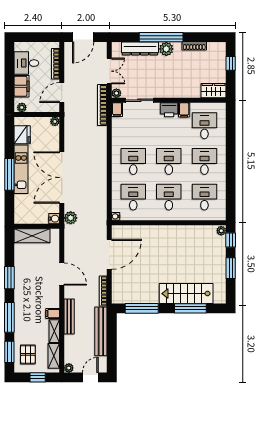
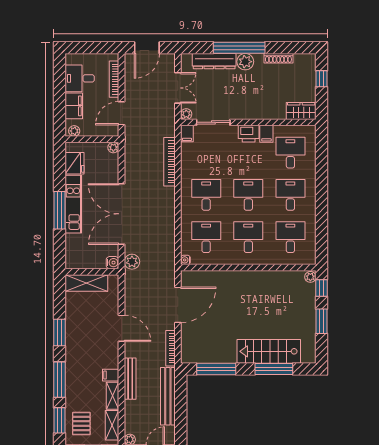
bookcase: (102, 105) -> (170, 162), moved

